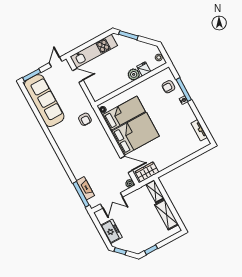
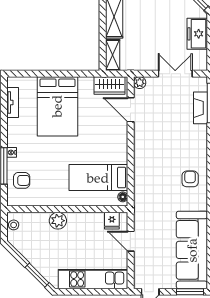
fridge: (144, 69) -> (112, 221), moved
door: (78, 75) -> (131, 241), moved
armchair: (85, 119) -> (190, 179), moved
bed: (135, 134) -> (57, 106), moved, turned -90

